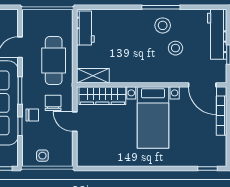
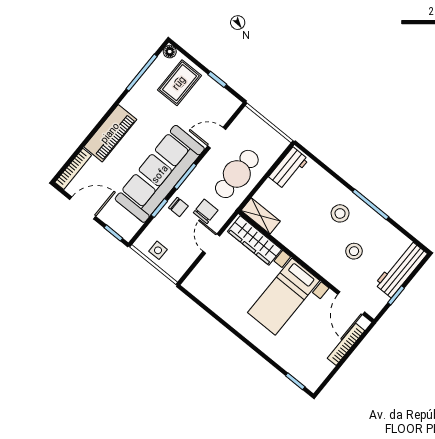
stool: (163, 25) -> (340, 213), moved

